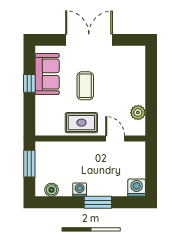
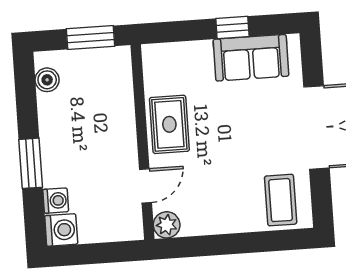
coffee table: (85, 86) -> (281, 200), moved, turned 90
plant: (138, 113) -> (167, 225), moved
washing machine: (80, 190) -> (56, 201), moved

